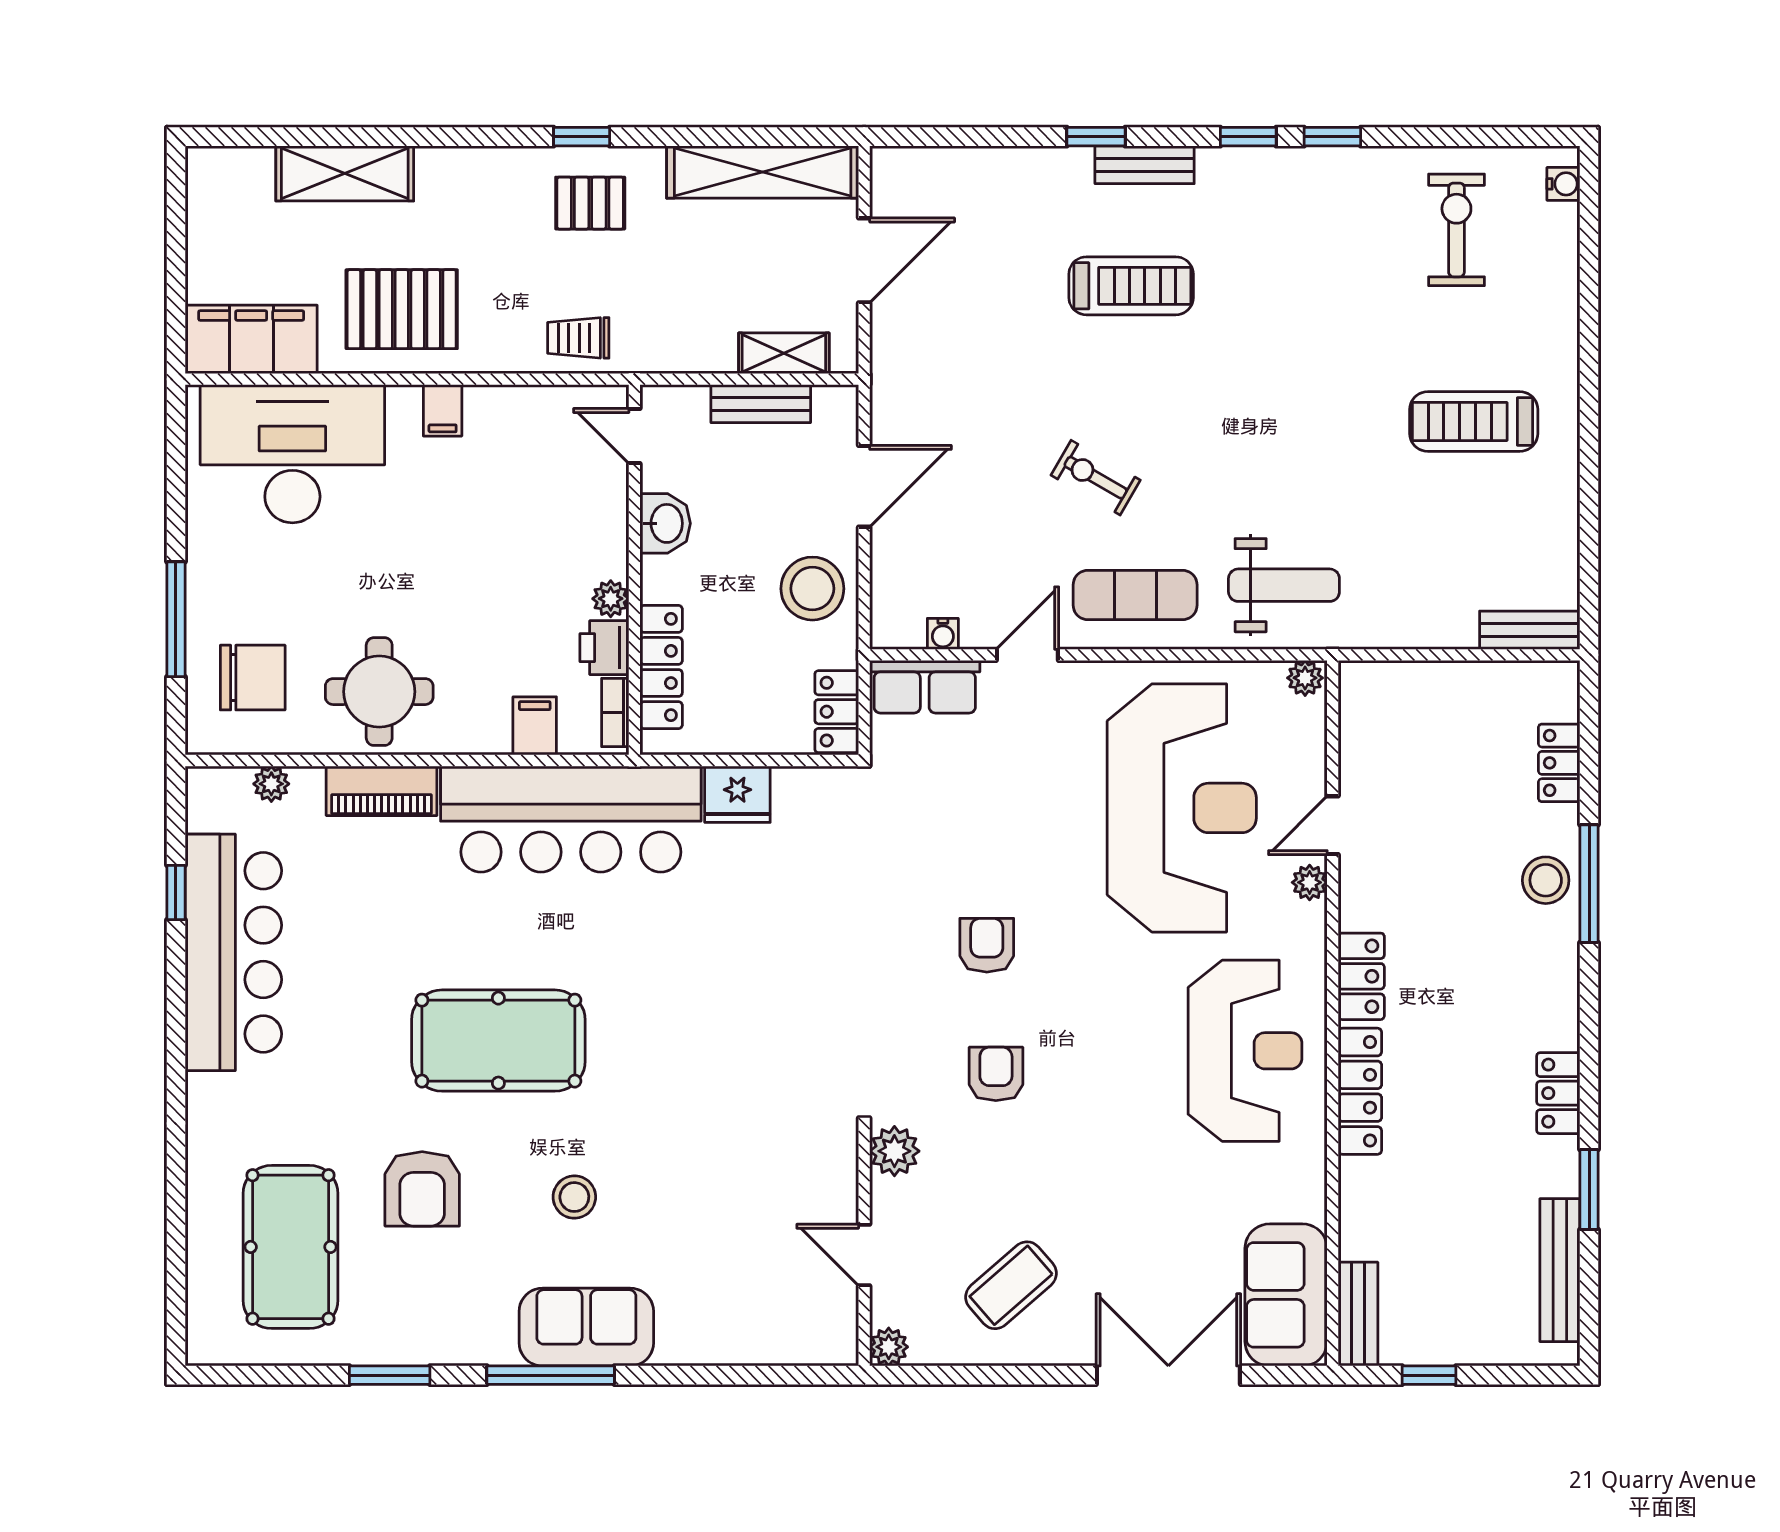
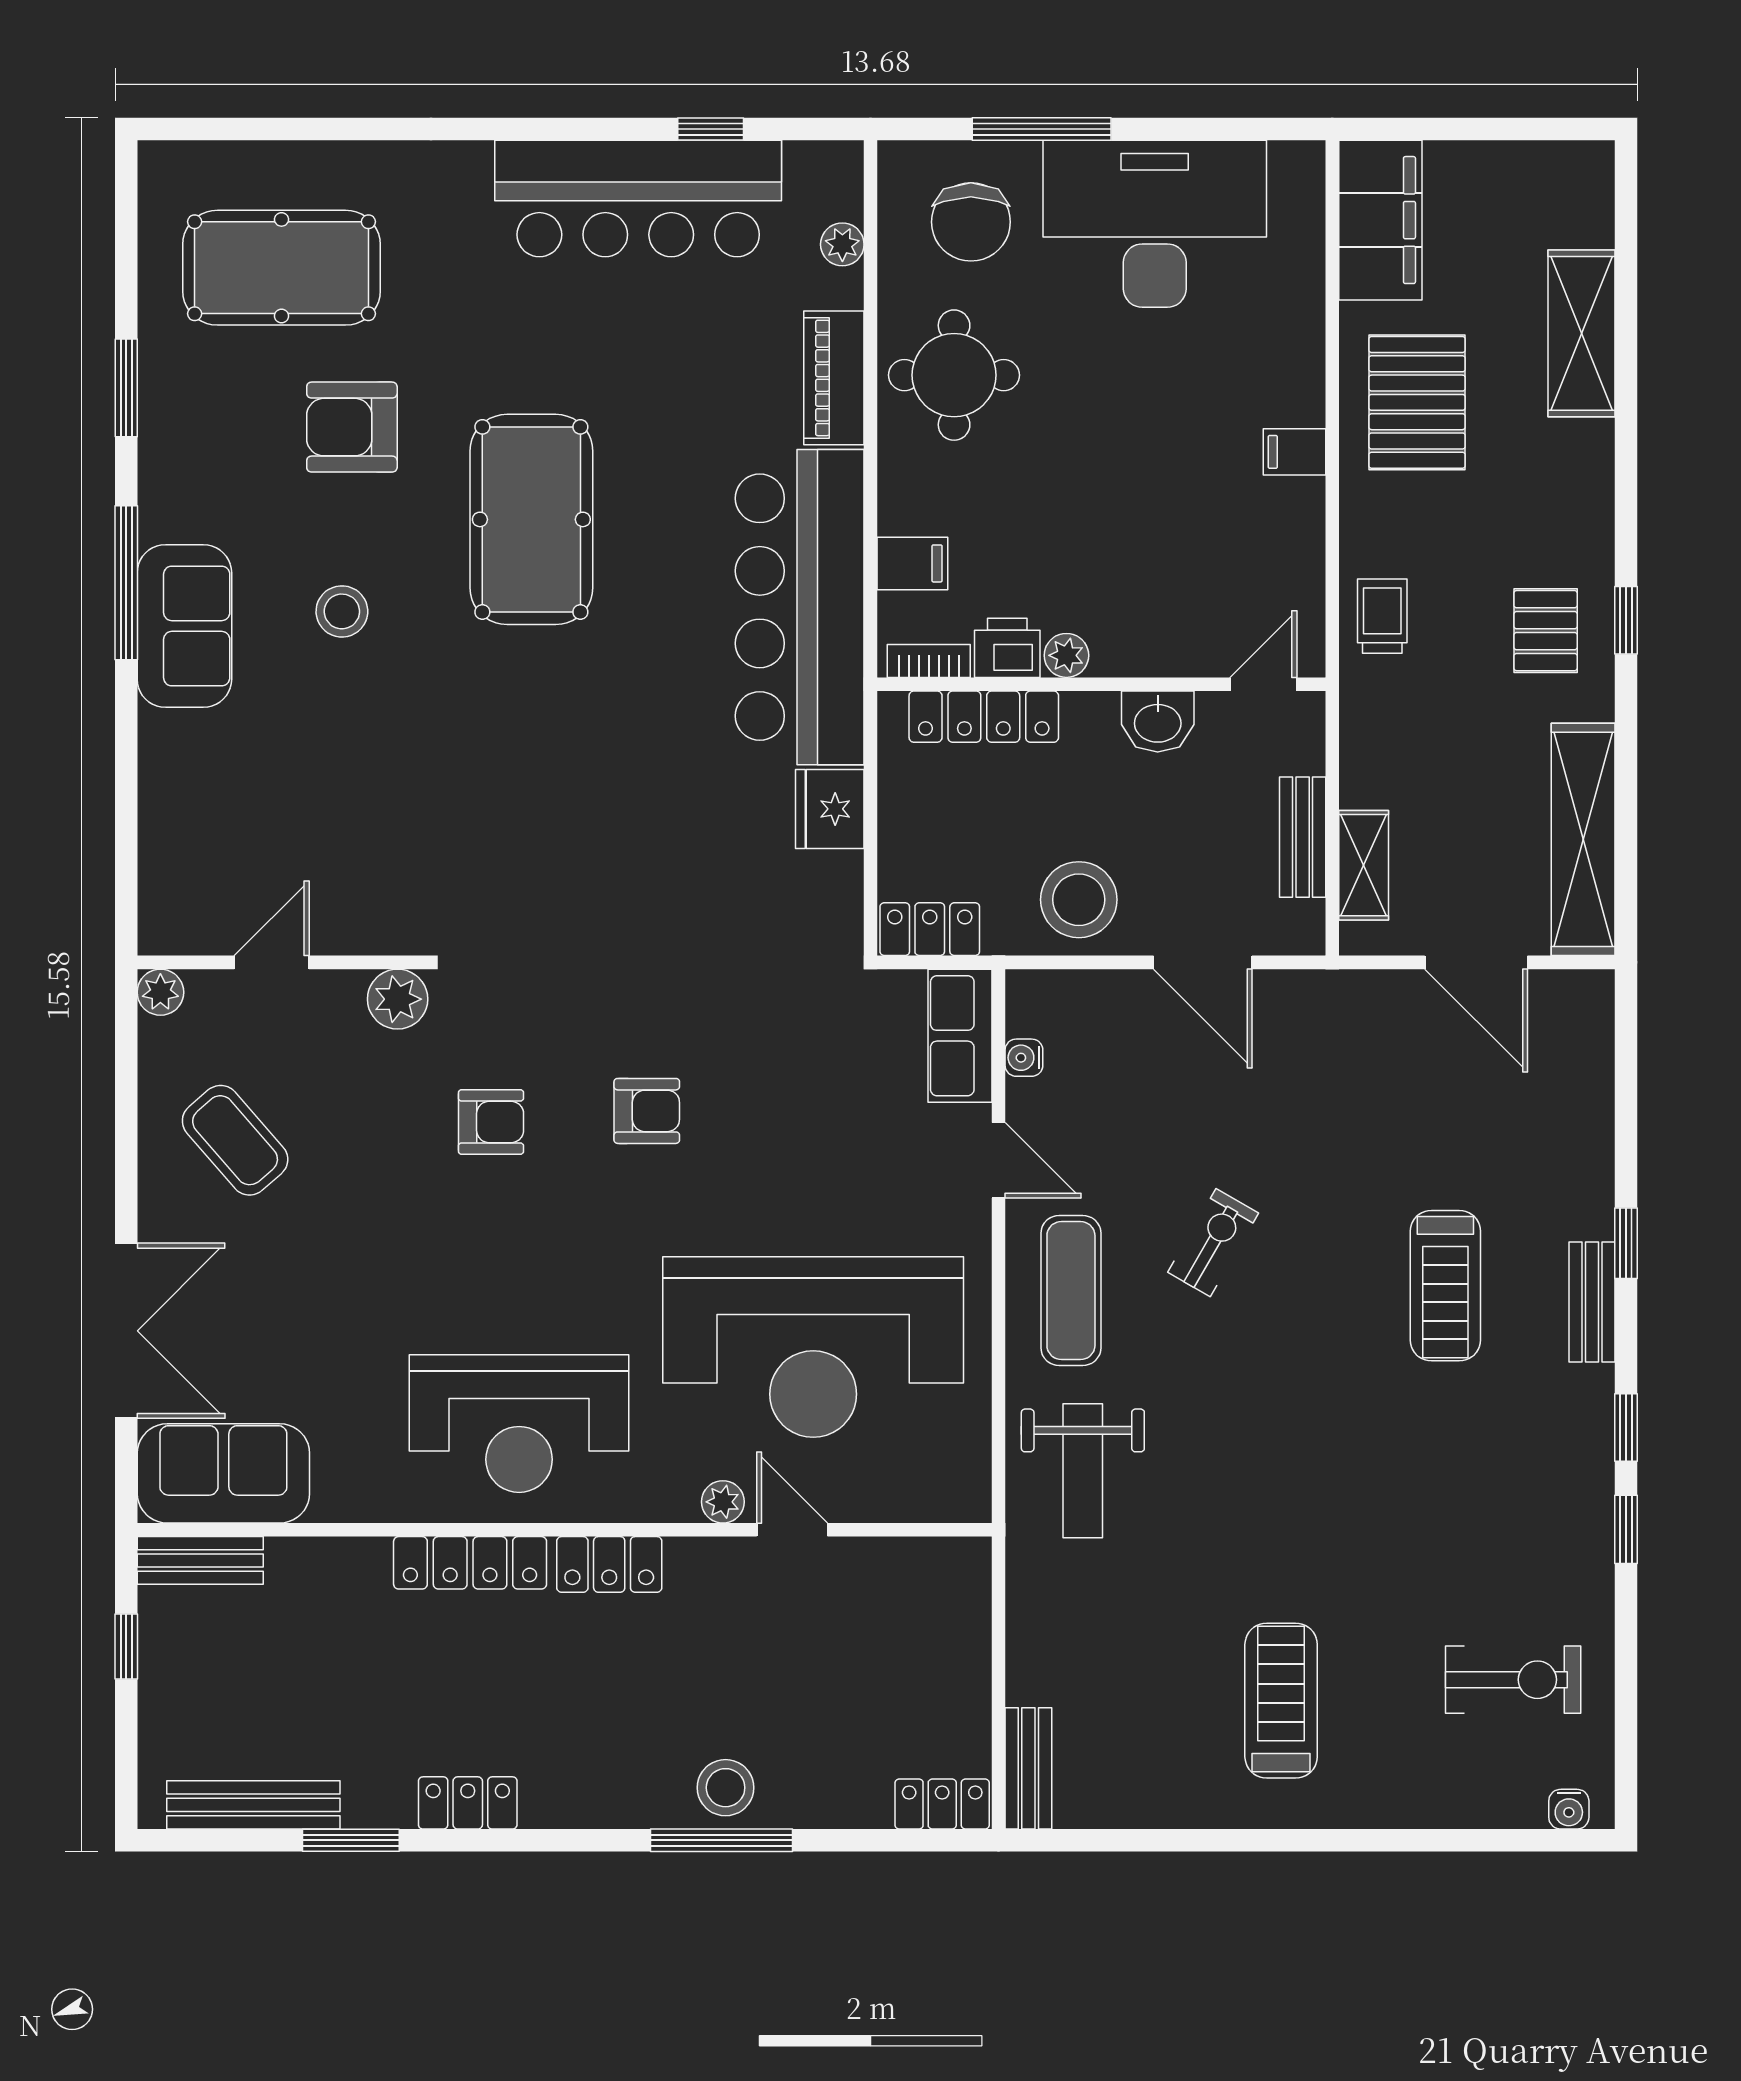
desk: (292, 454) -> (1155, 224), moved, turned -90
plant: (1305, 678) -> (970, 1496), removed
locker: (1559, 763) -> (942, 1804), moved

